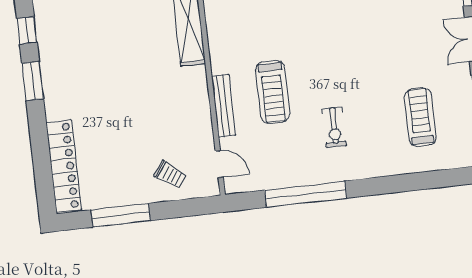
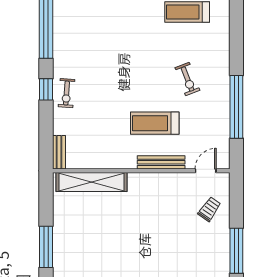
treadmill: (273, 92) -> (155, 123), turned 180
exercise bike: (334, 127) -> (187, 79), turned 69

